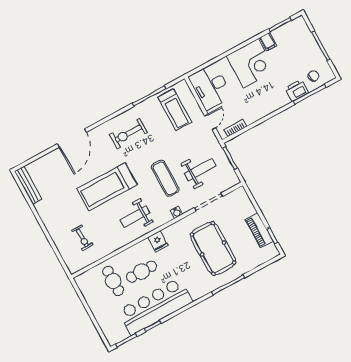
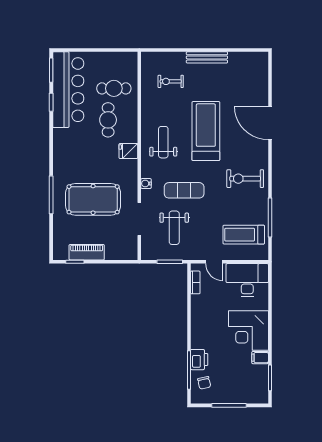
exercise bike: (128, 133) -> (245, 179), turned -90
bench: (28, 185) -> (207, 57), moved
bar counter: (155, 306) -> (68, 90), moved

